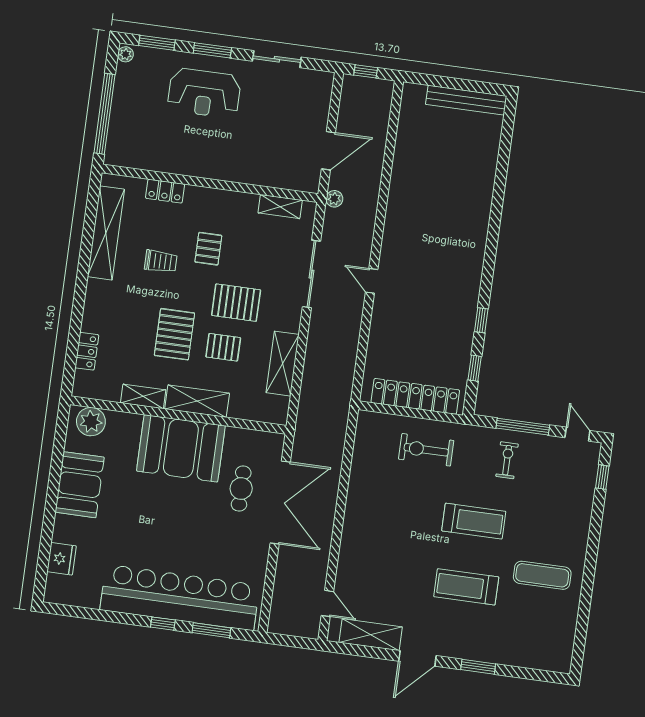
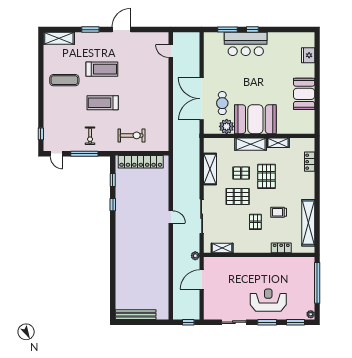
plant: (91, 422) -> (227, 126), moved
bar counter: (180, 597) -> (246, 44), width x0.54
shelving: (371, 635) -> (59, 38), moved

